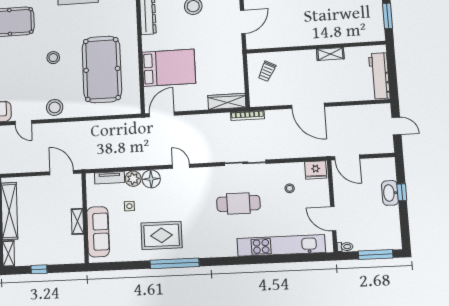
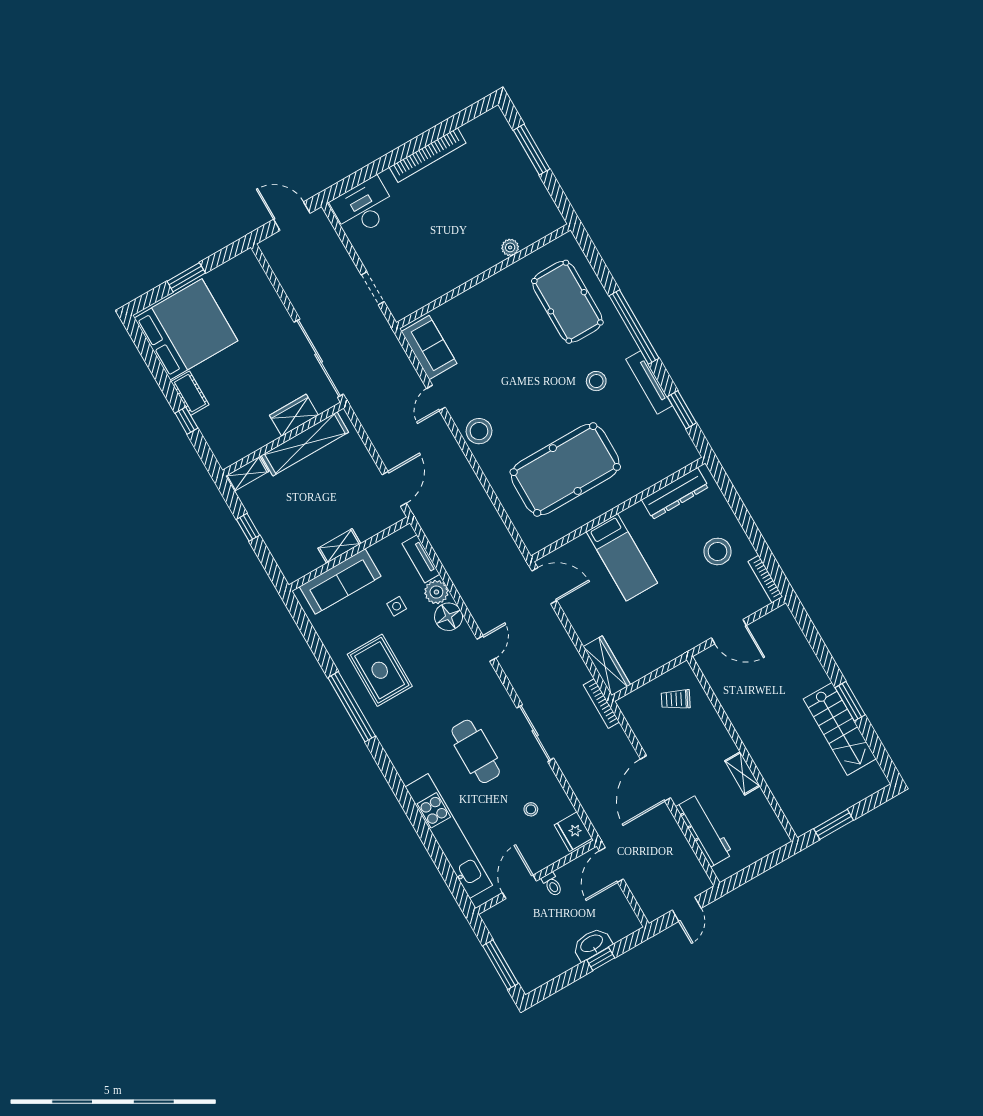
stool: (53, 58) -> (596, 381), moved
bed: (169, 68) -> (622, 557), width x0.67
workbench: (379, 76) -> (704, 830), moved, turned 90
toilet: (345, 247) -> (552, 884), moved

